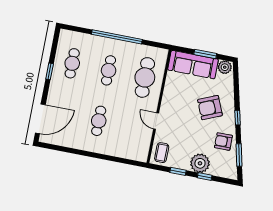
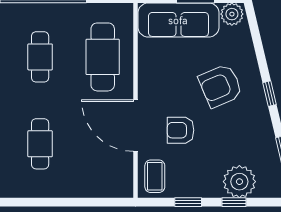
door: (156, 121) -> (136, 126), width x1.87
armchair: (223, 141) -> (181, 130), moved
plant: (200, 163) -> (239, 182), moved

